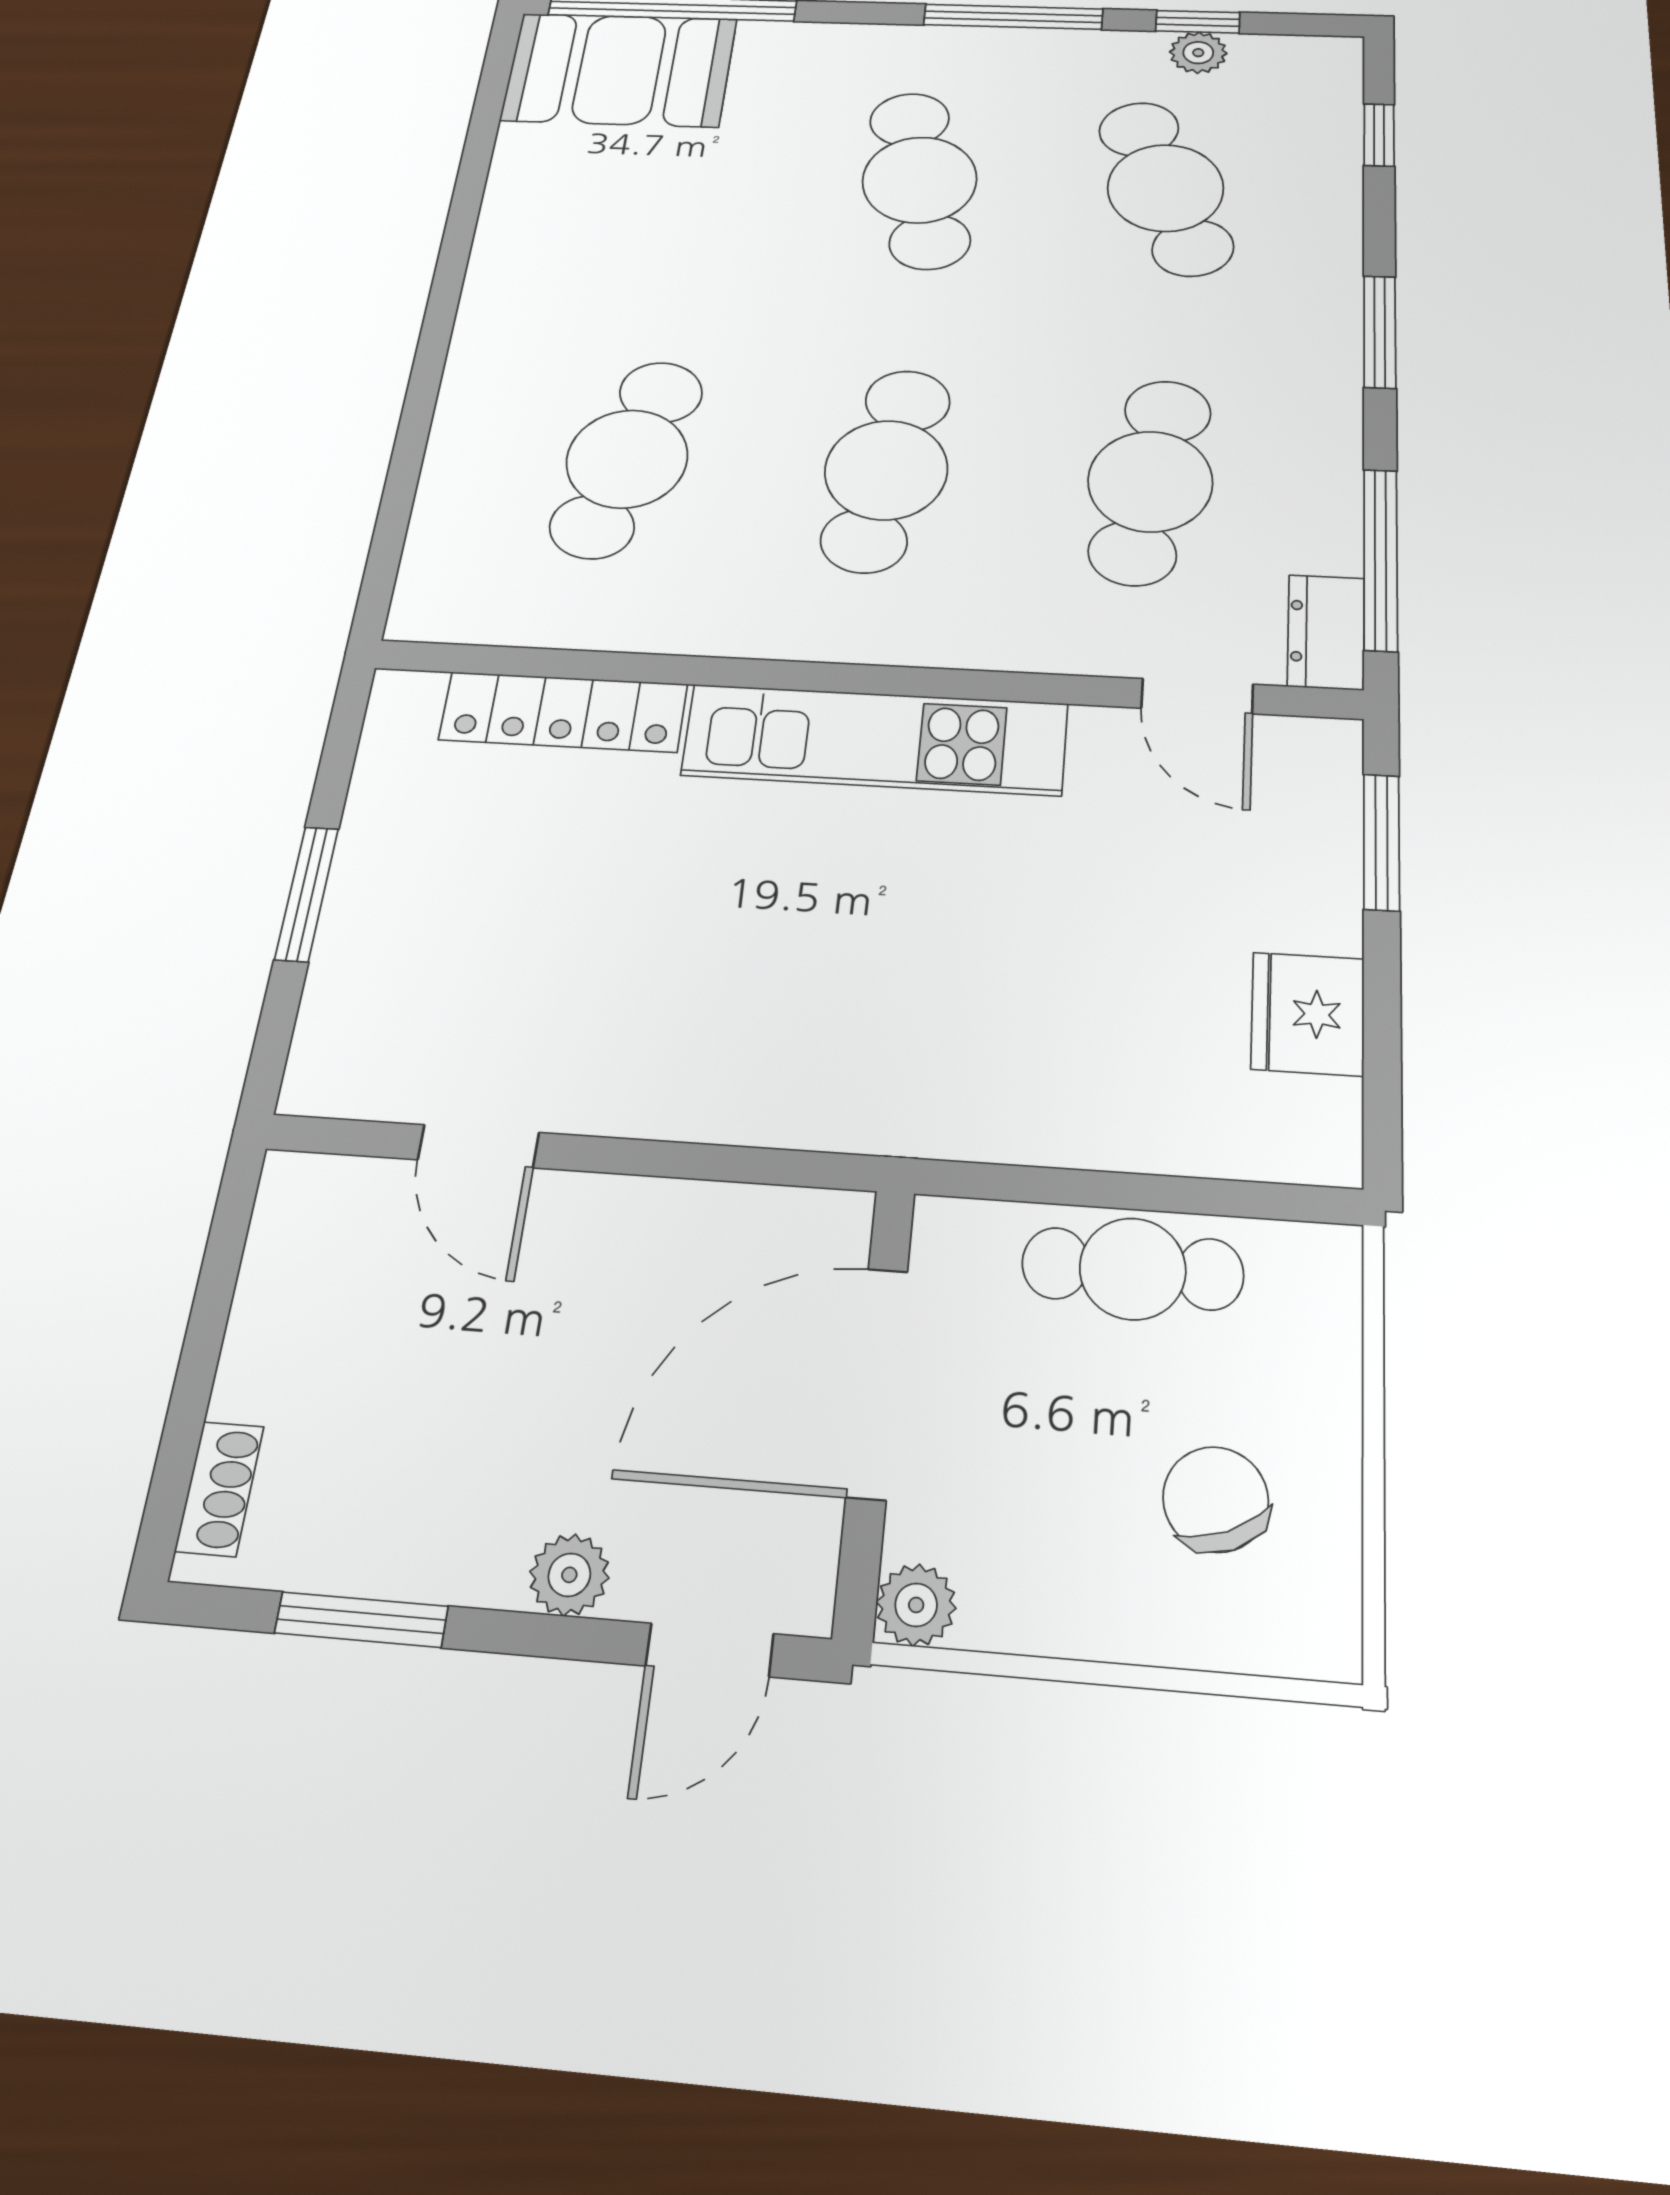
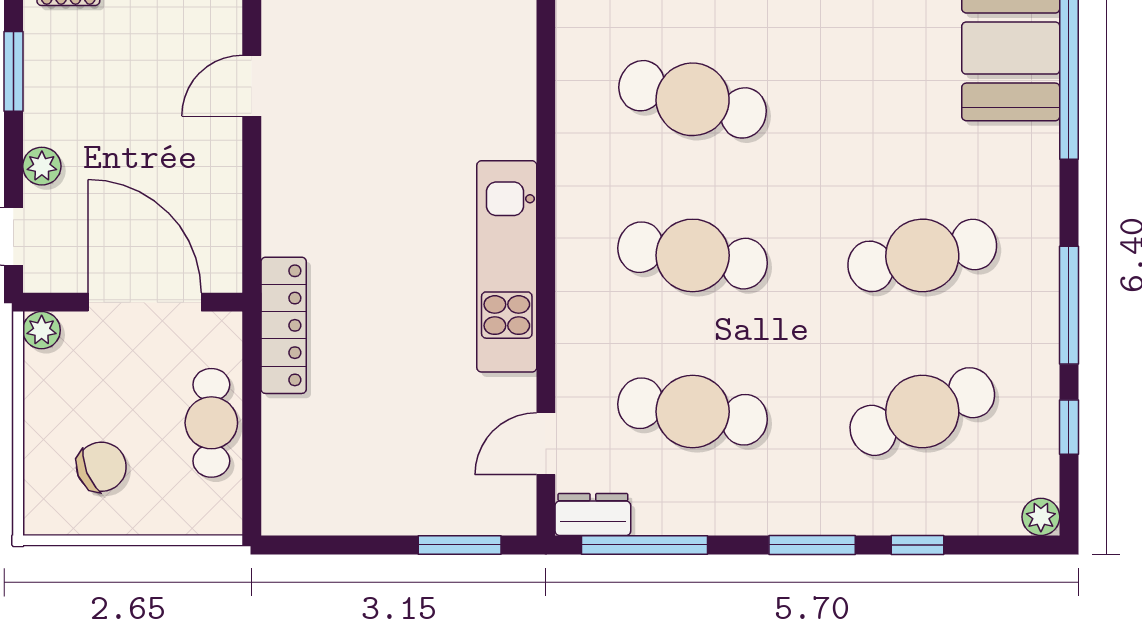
plant: (1198, 53) -> (1041, 517), moved
window: (1379, 135) -> (918, 545), moved
locker: (563, 712) -> (284, 325), moved, turned 180
fridge: (1308, 1014) -> (356, 507), removed

